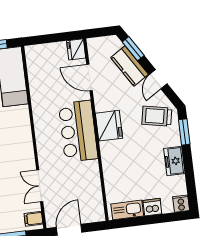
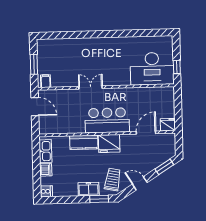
kitchen counter: (130, 66) -> (84, 142), moved, turned -148
freezer: (174, 161) -> (89, 189), moved
double door: (40, 186) -> (91, 87), moved

